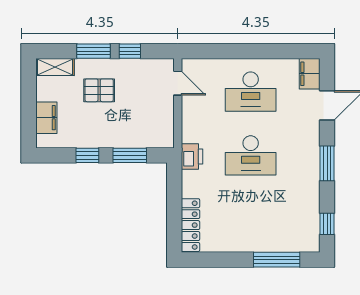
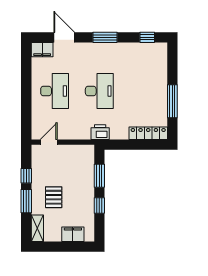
window: (277, 260) -> (172, 101), moved

